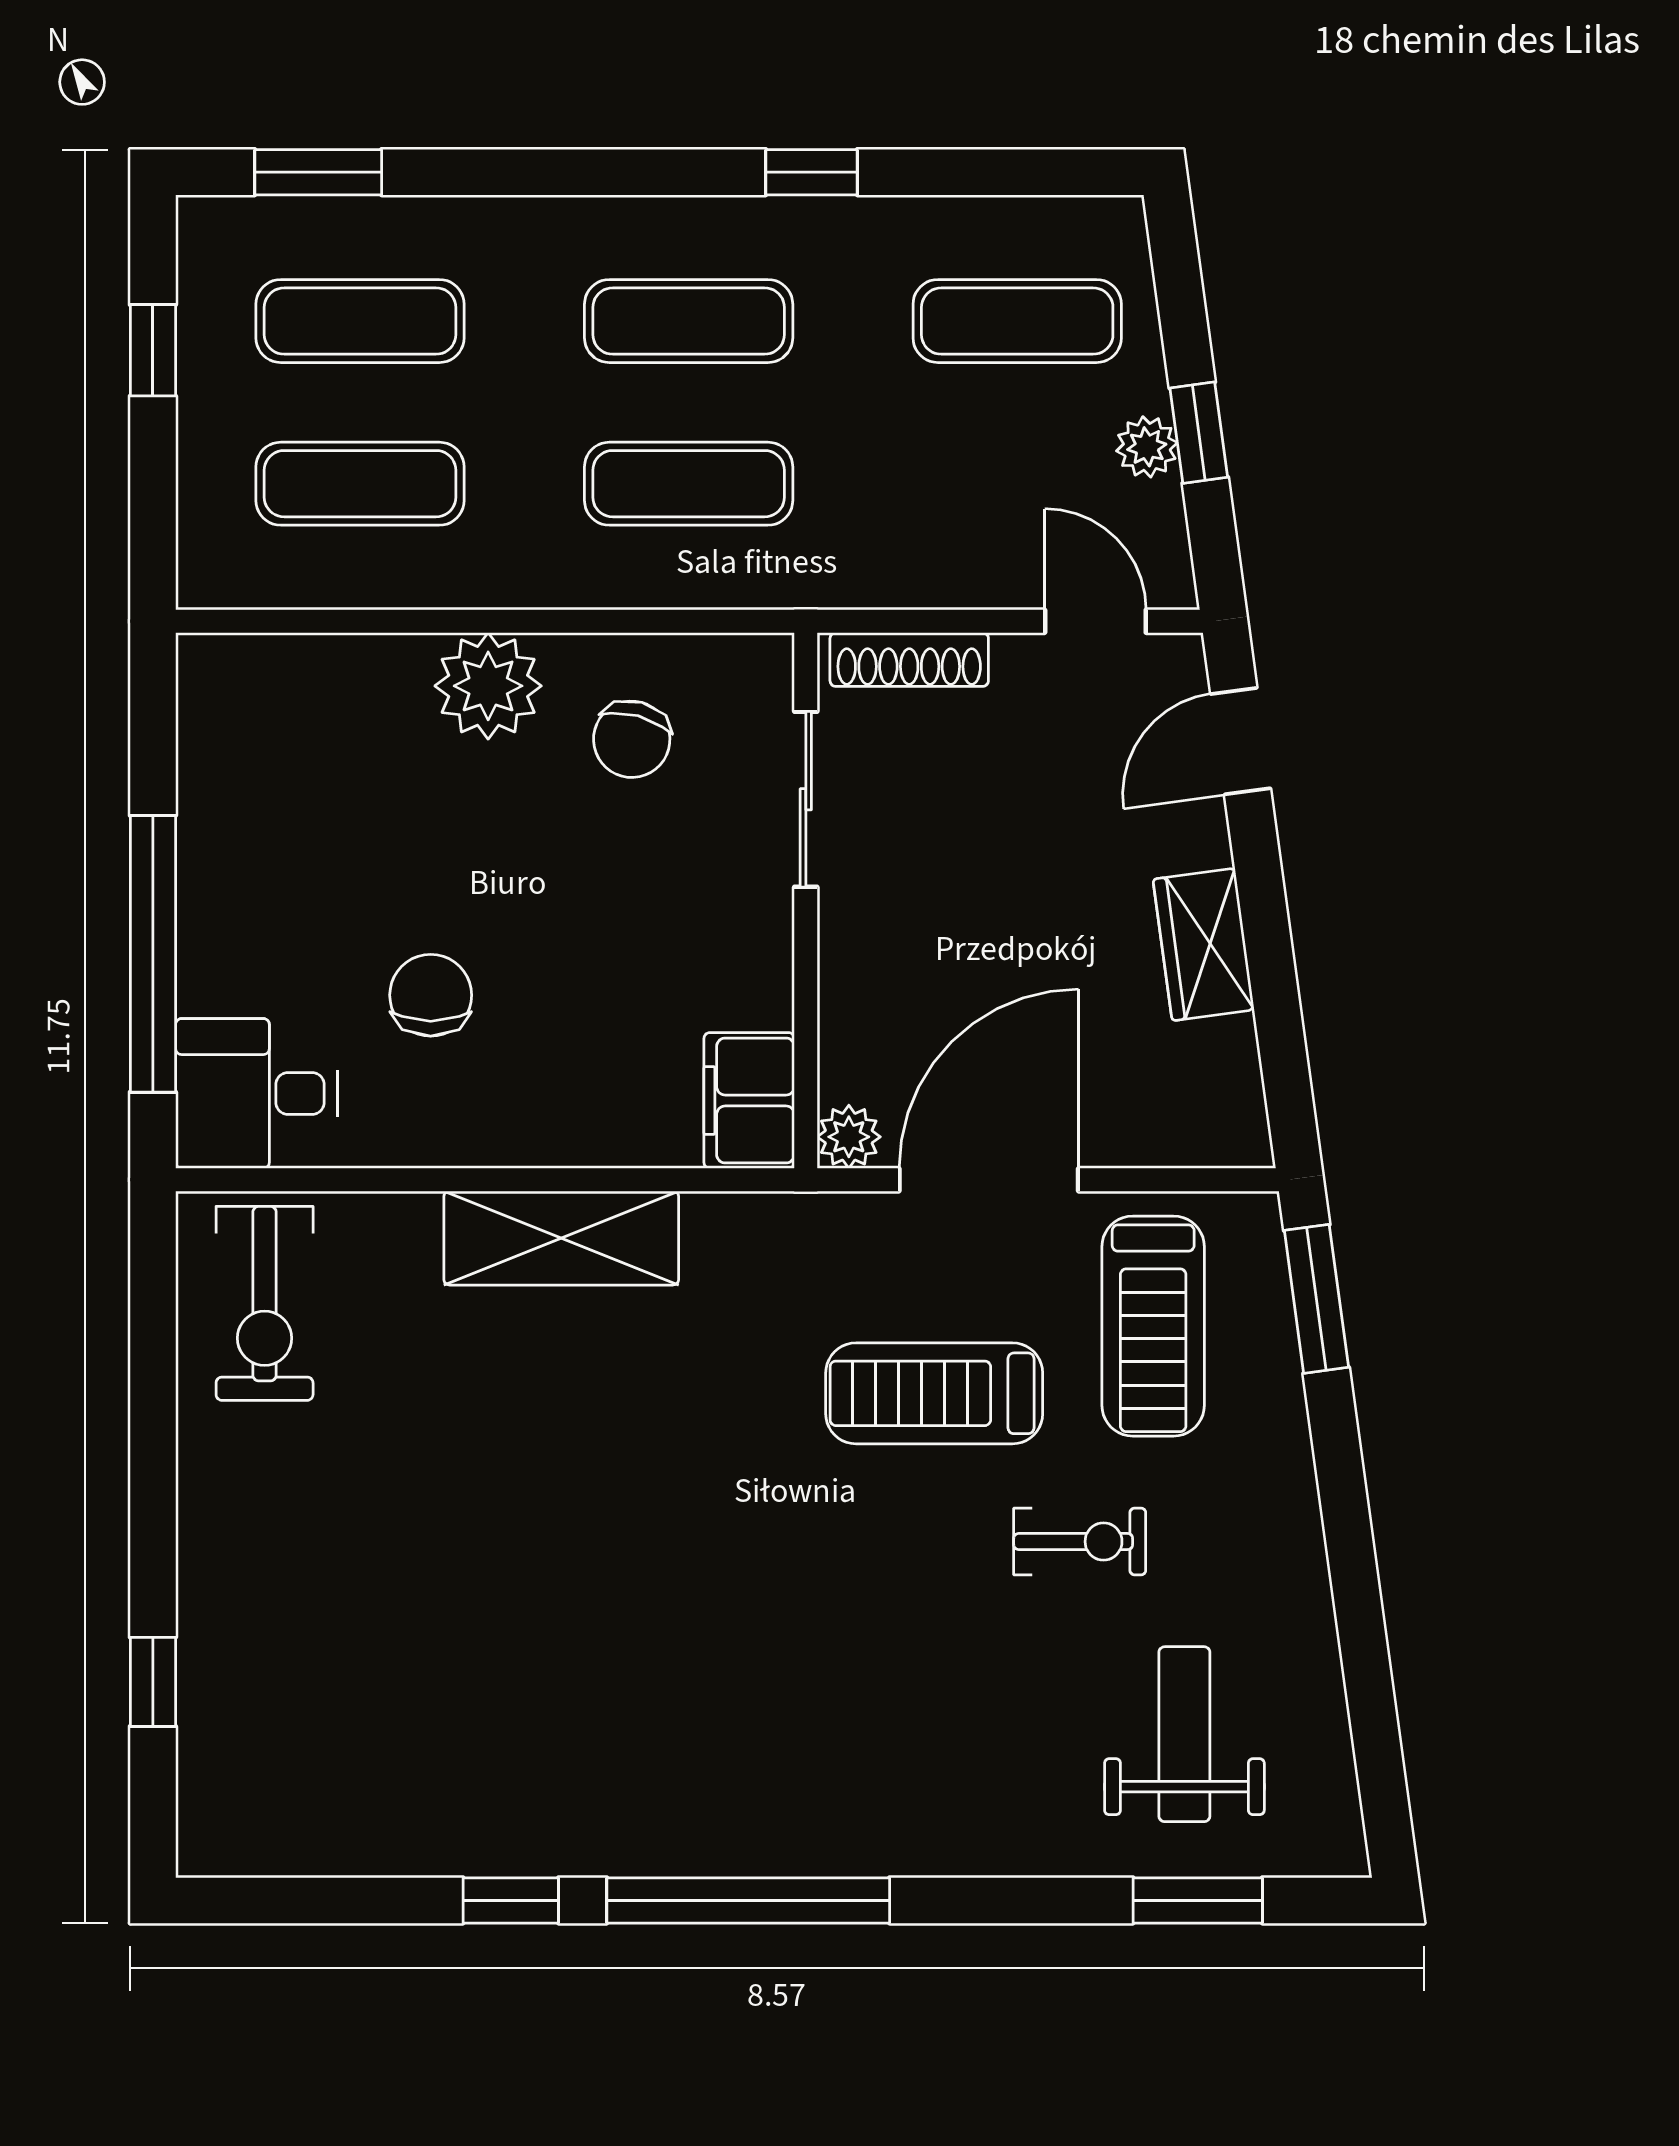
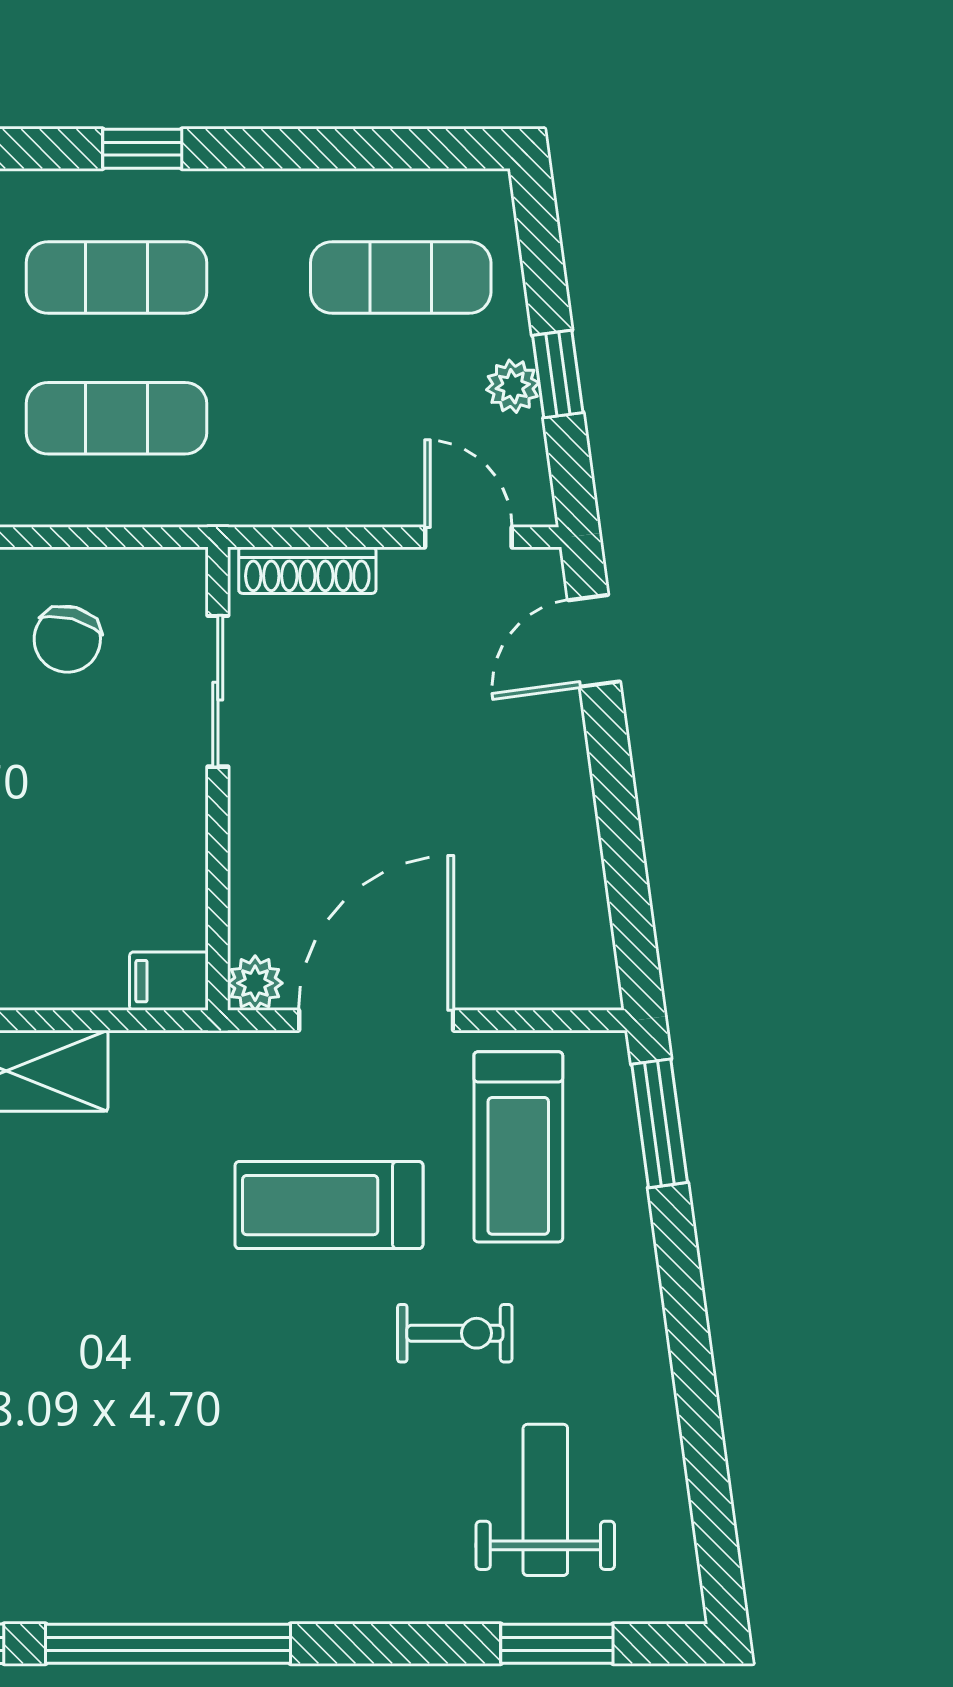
window: (812, 172) -> (142, 149), moved
wardrobe: (1204, 944) -> (562, 817), removed
filing cabinet: (749, 1101) -> (169, 981), width x0.50

